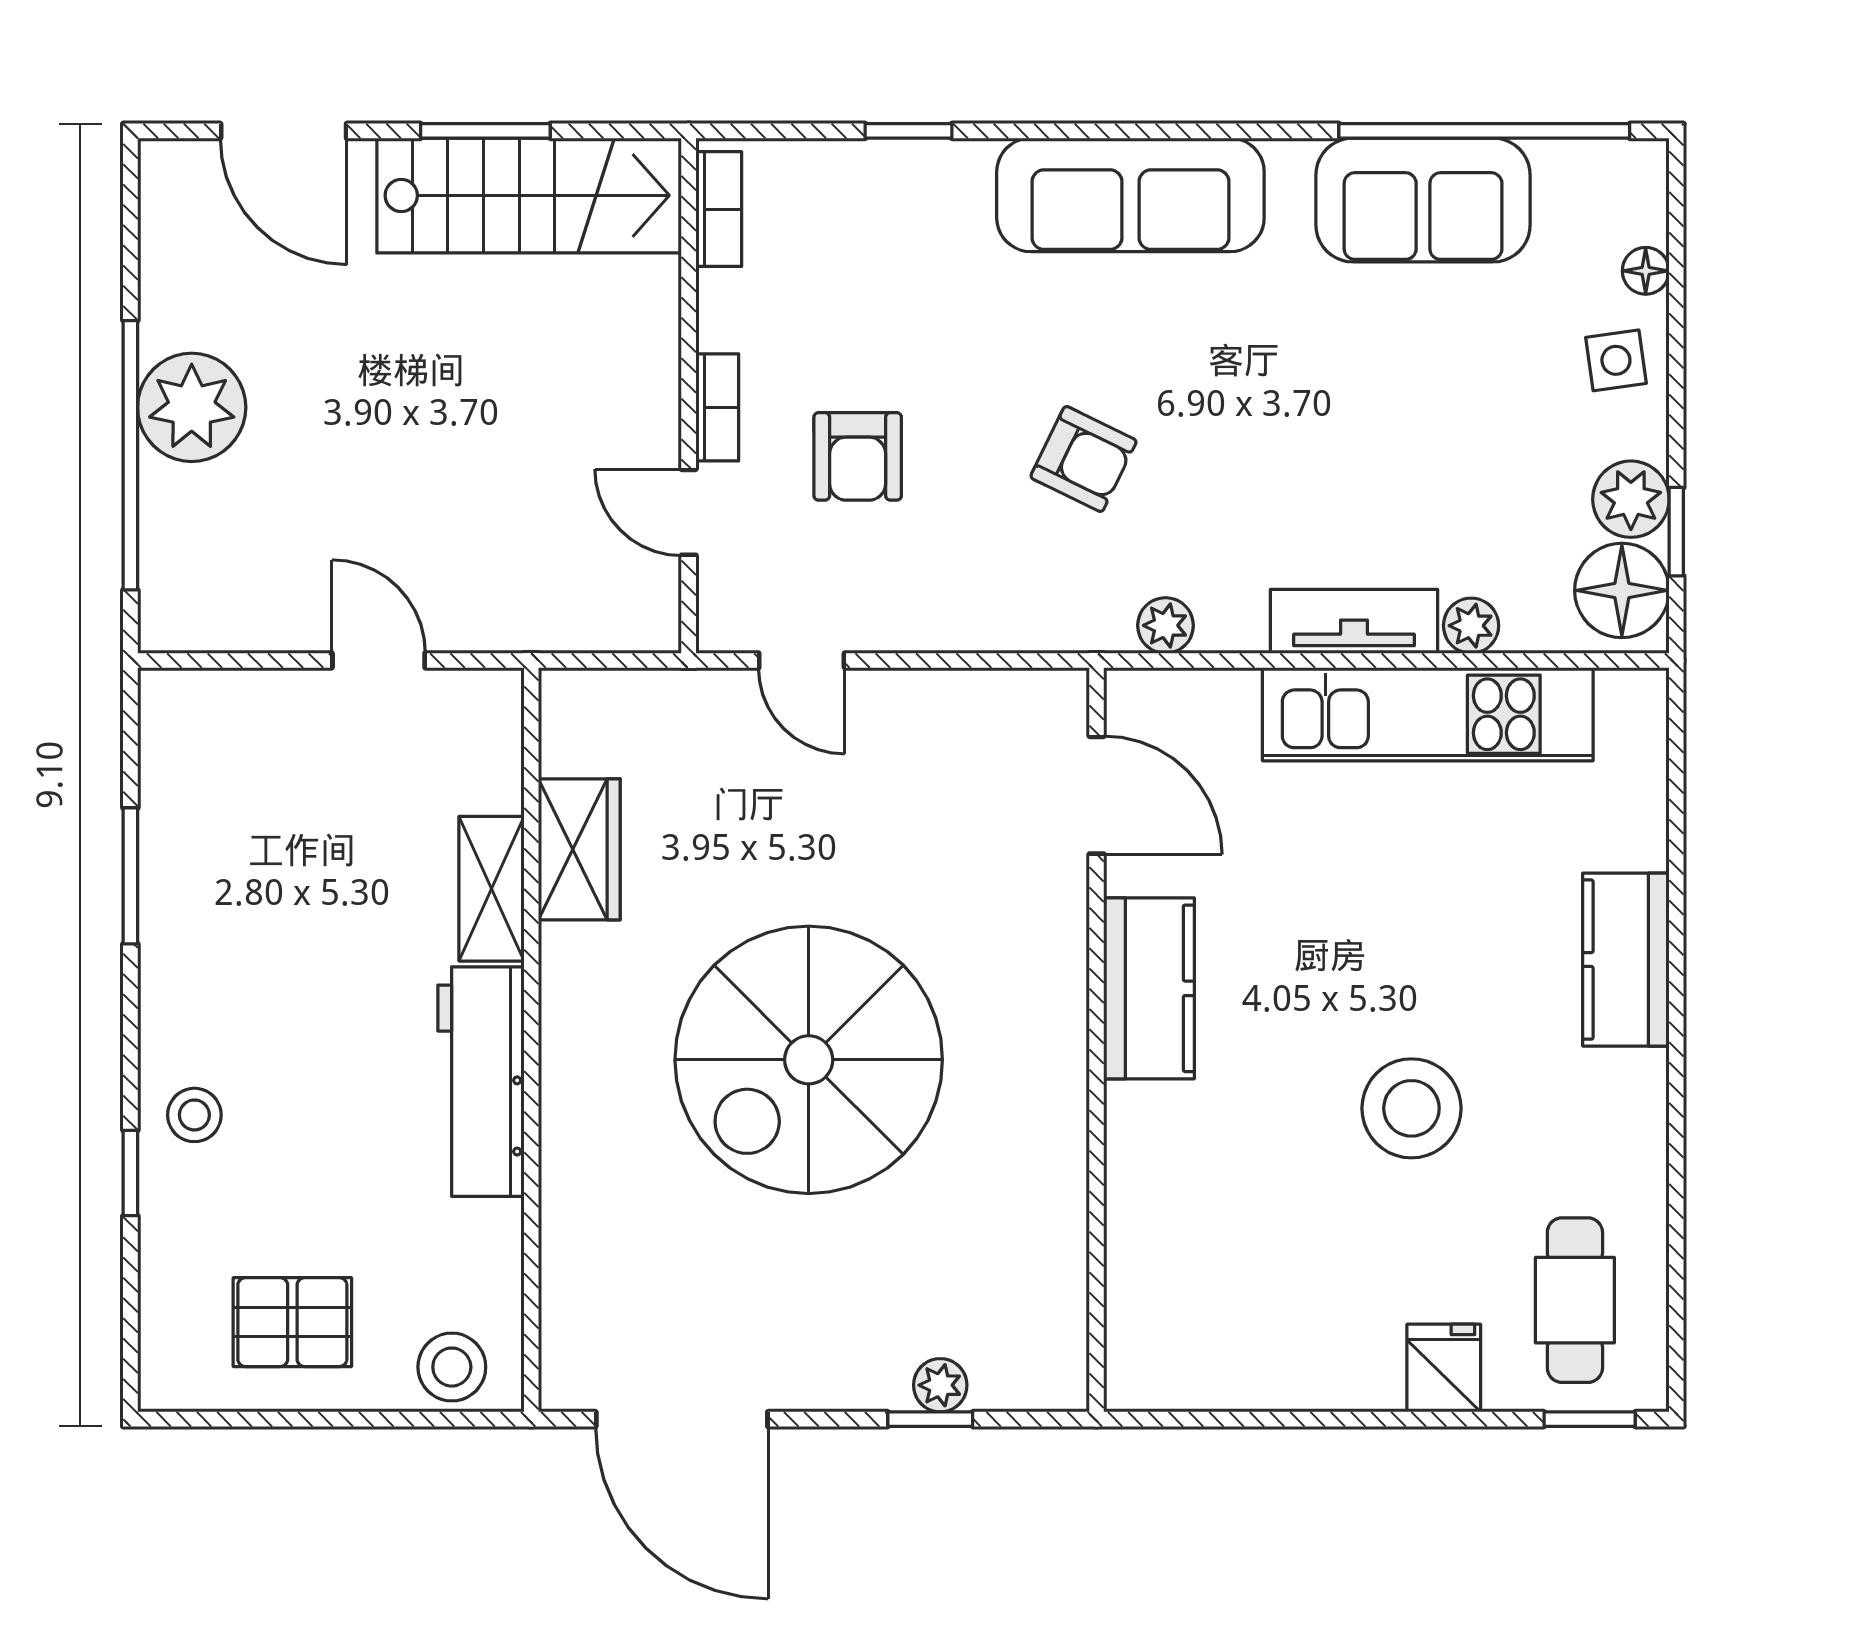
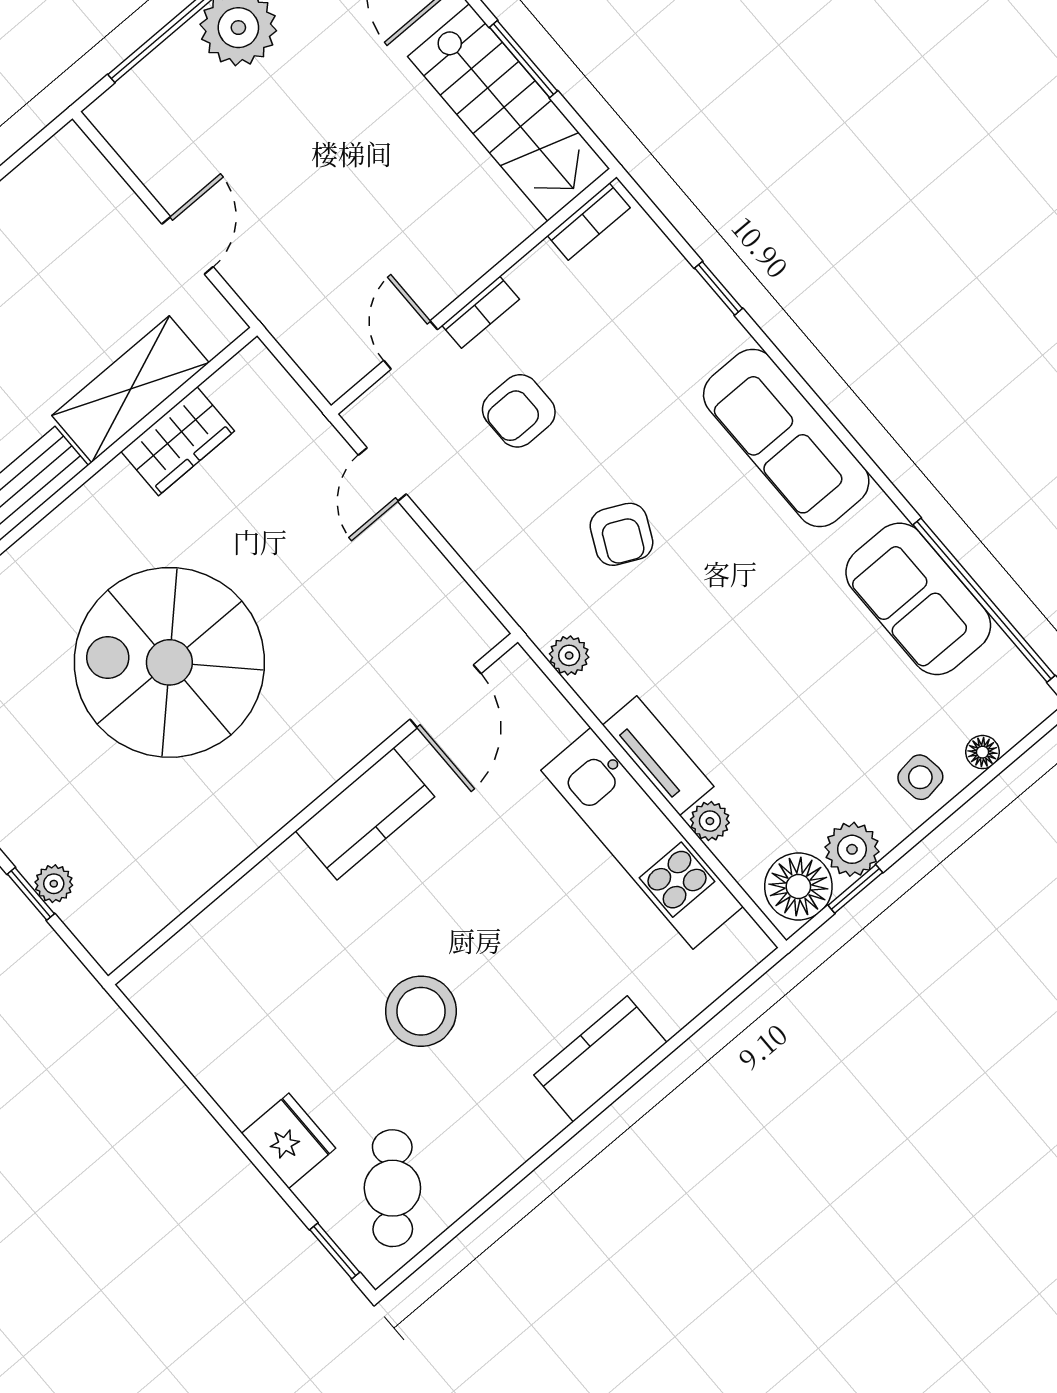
shelving: (491, 889) -> (130, 389), width x1.50, depth x1.33
cafe table: (1575, 1300) -> (392, 1188), turned -50
fridge: (1444, 1368) -> (289, 1141), width x1.38

